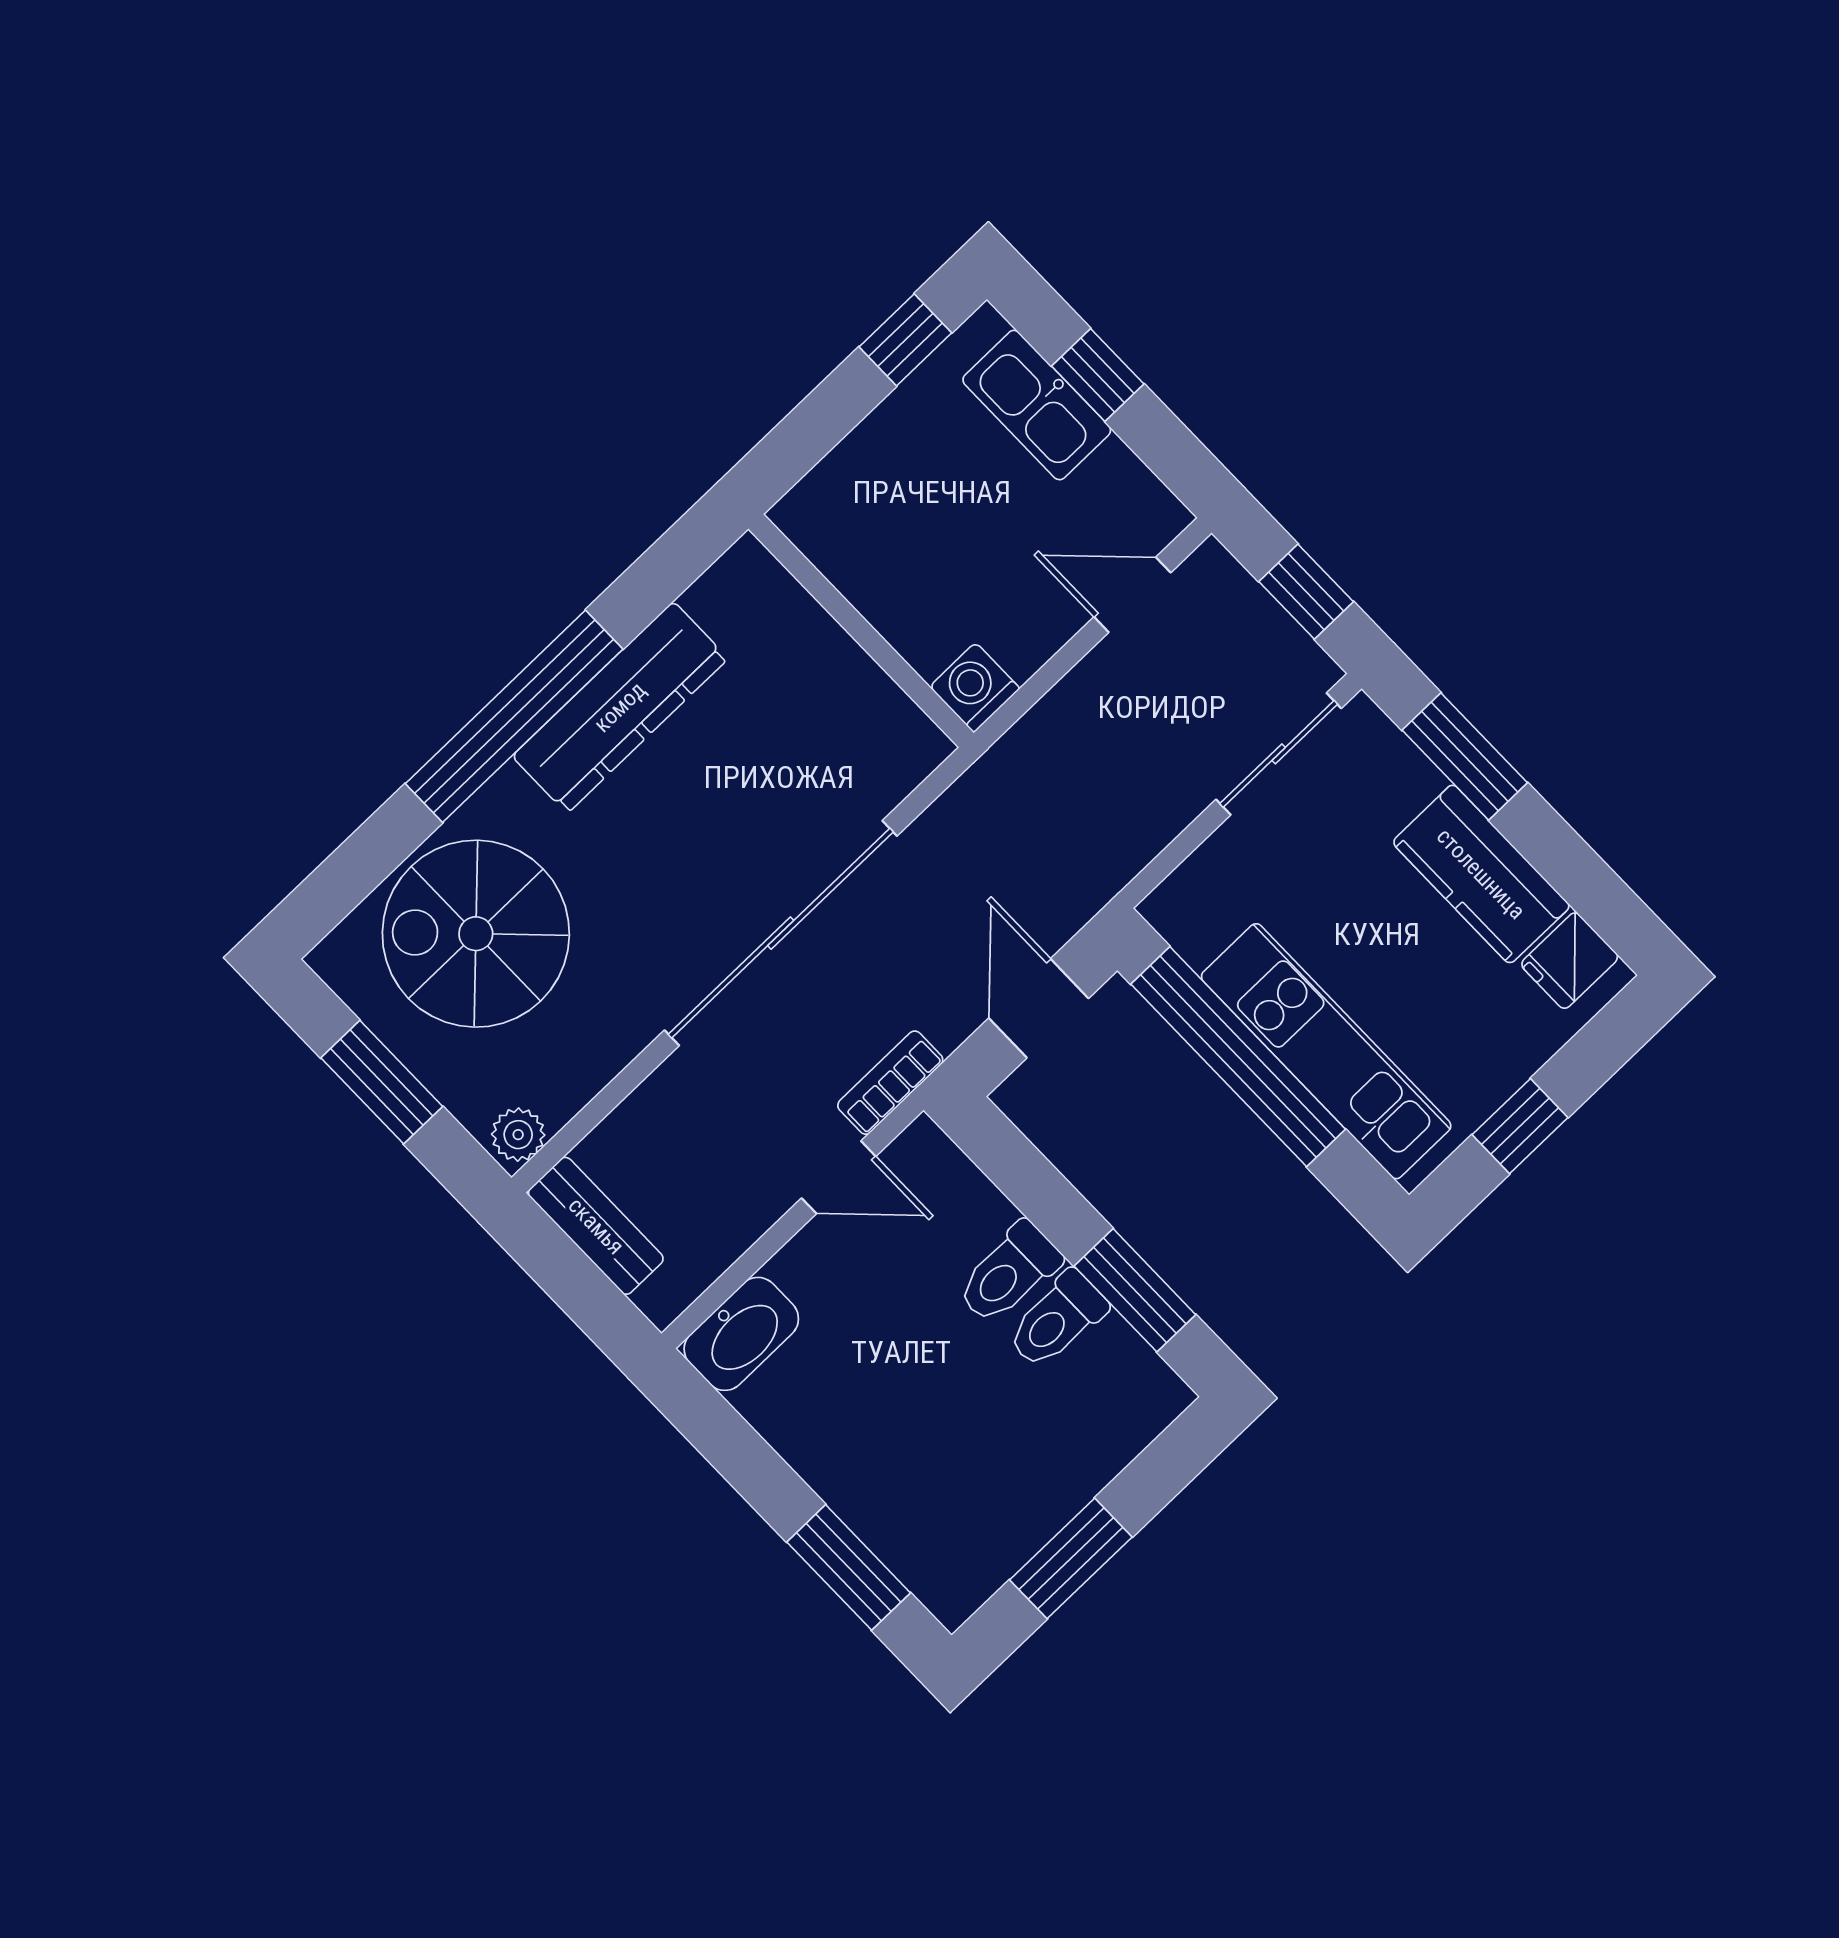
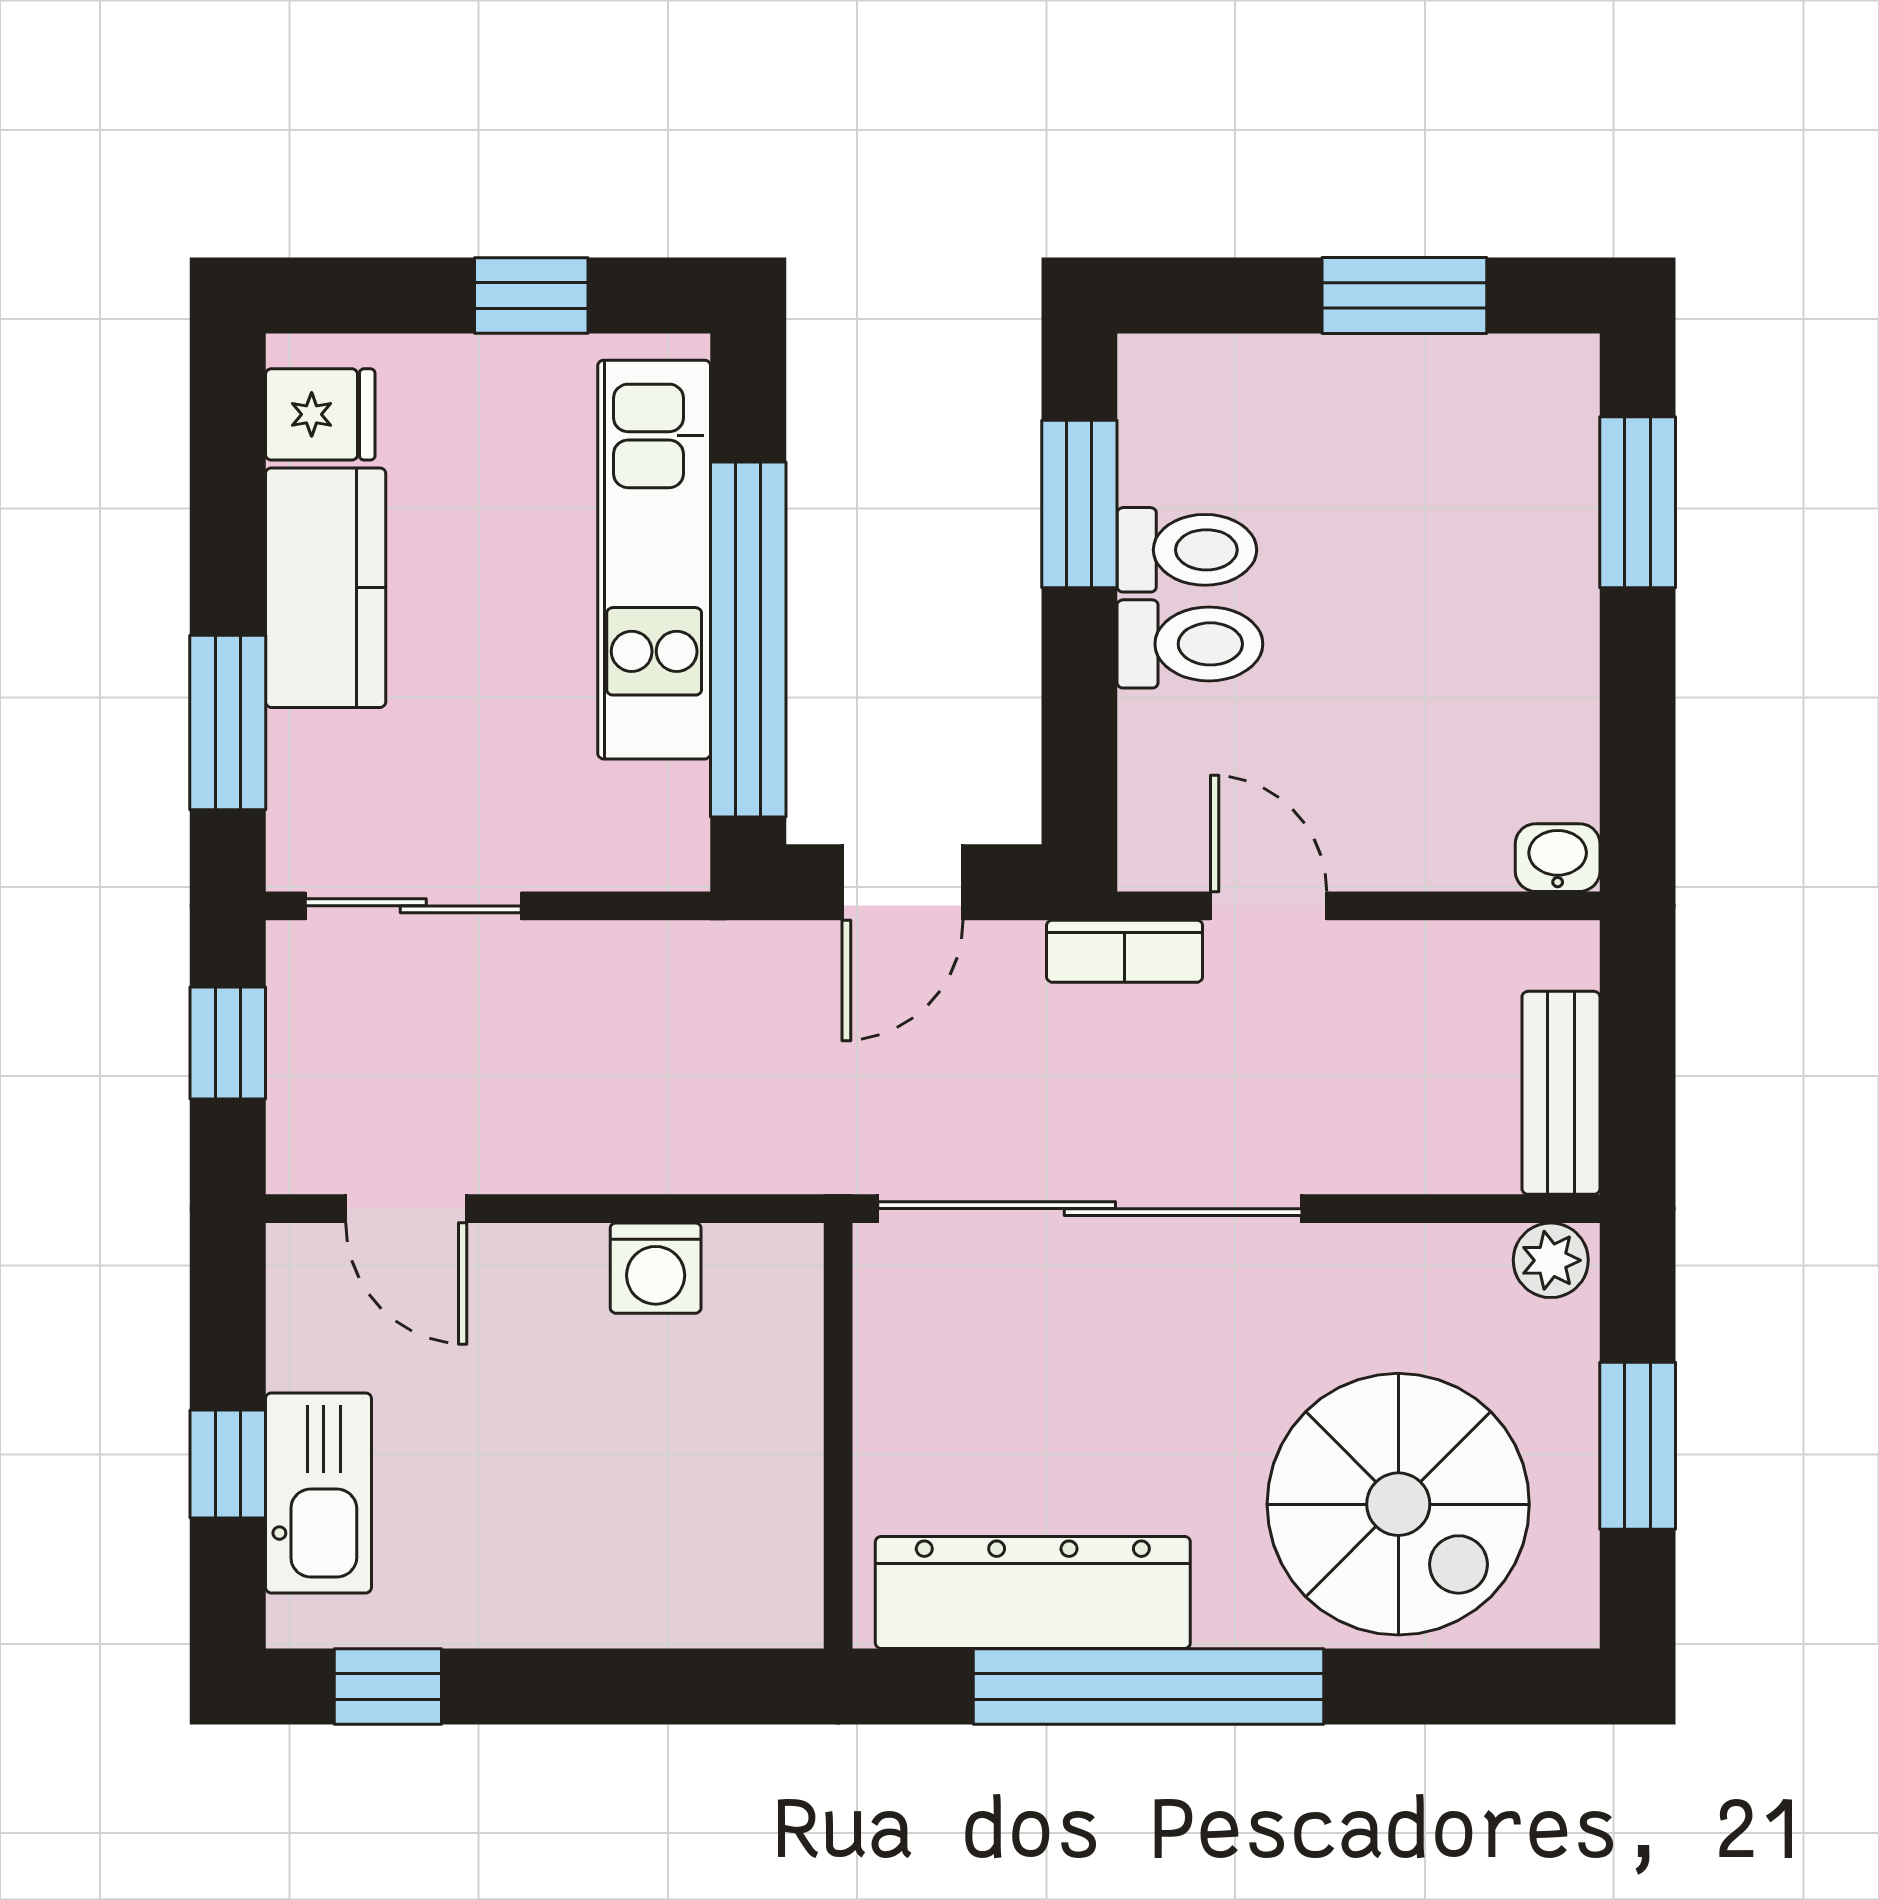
wall: (861, 631) -> (838, 1436), moved
washbasin: (741, 1334) -> (1558, 858), width x0.52, depth x0.69

